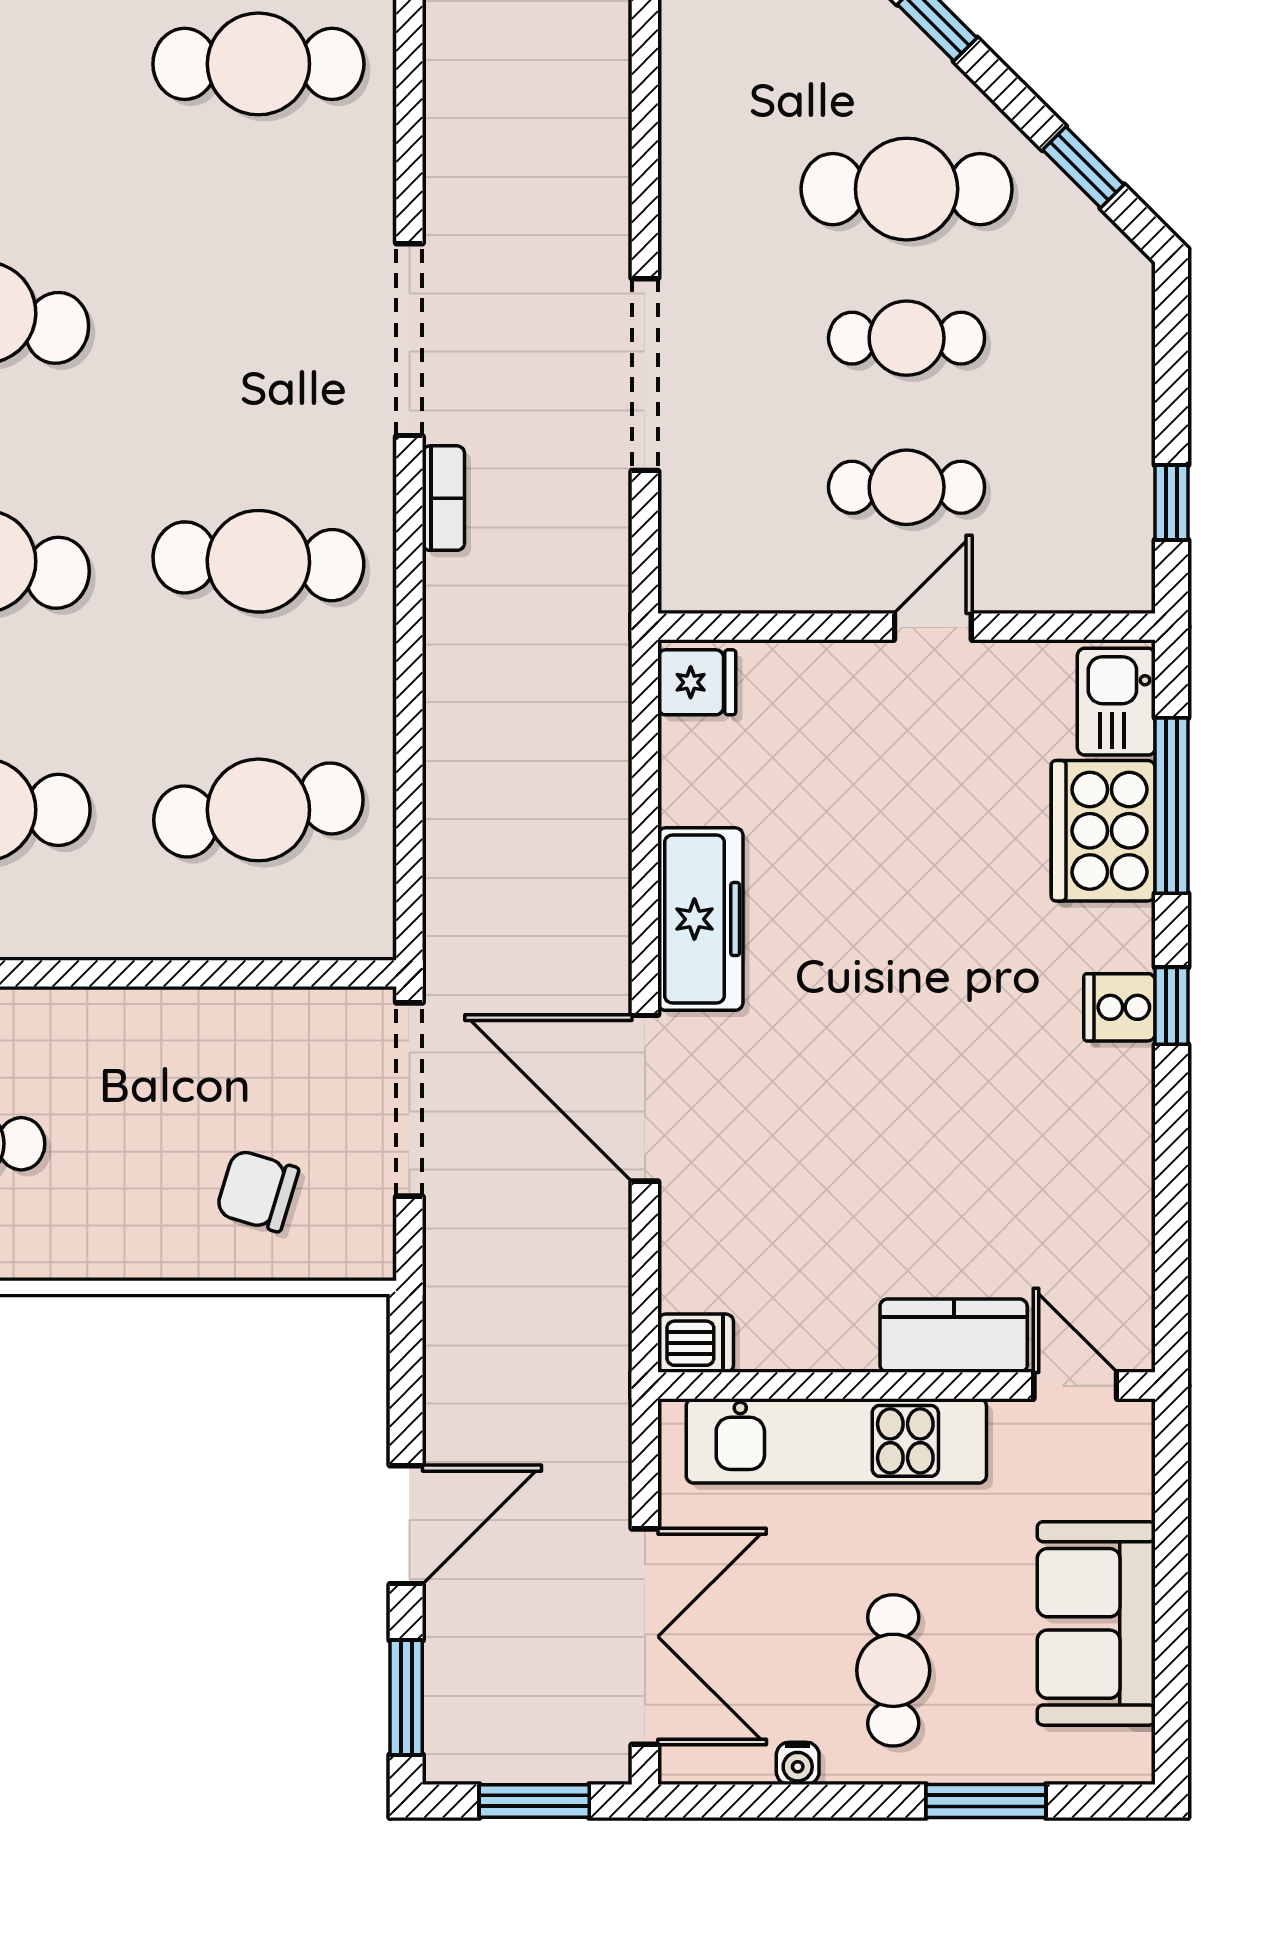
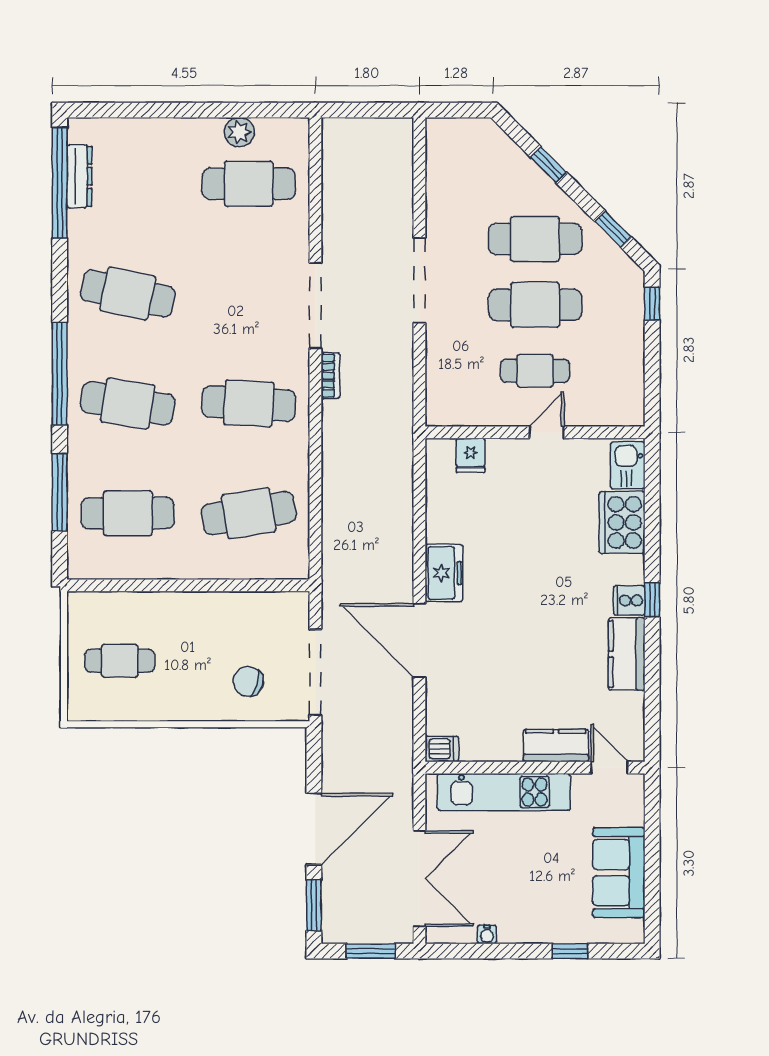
cafe table: (907, 338) -> (535, 305), width x1.37, depth x1.35
doorway: (645, 375) -> (419, 280), moved
window: (1172, 502) -> (652, 304), moved
fridge: (697, 682) -> (471, 455), moved, turned 90
window: (1172, 806) -> (652, 511), removed
freezer: (700, 919) -> (444, 573), width x0.71
doorway: (409, 1100) -> (315, 672), moved
kitchen counter: (1114, 1128) -> (627, 654), added
door: (406, 1525) -> (314, 829), width x1.36
cafe table: (893, 1670) -> (529, 893), removed
window: (986, 1801) -> (570, 951), width x0.67

